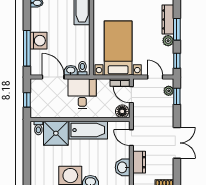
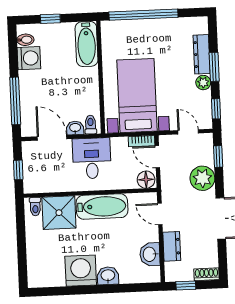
washing machine: (38, 41) -> (29, 58), moved
plant: (169, 91) -> (202, 178), moved, width x1.88, depth x1.88

